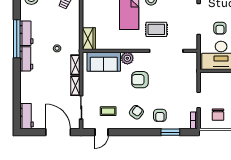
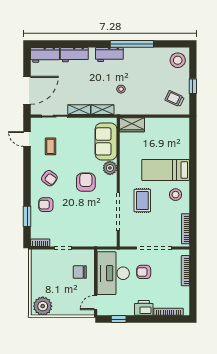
workbench: (26, 33) -> (74, 55), moved
chair: (218, 115) -> (80, 272), moved

